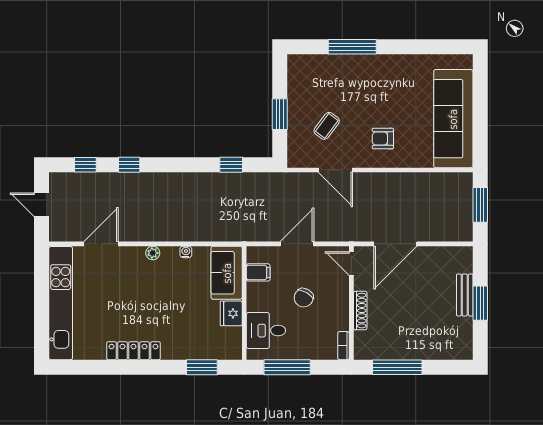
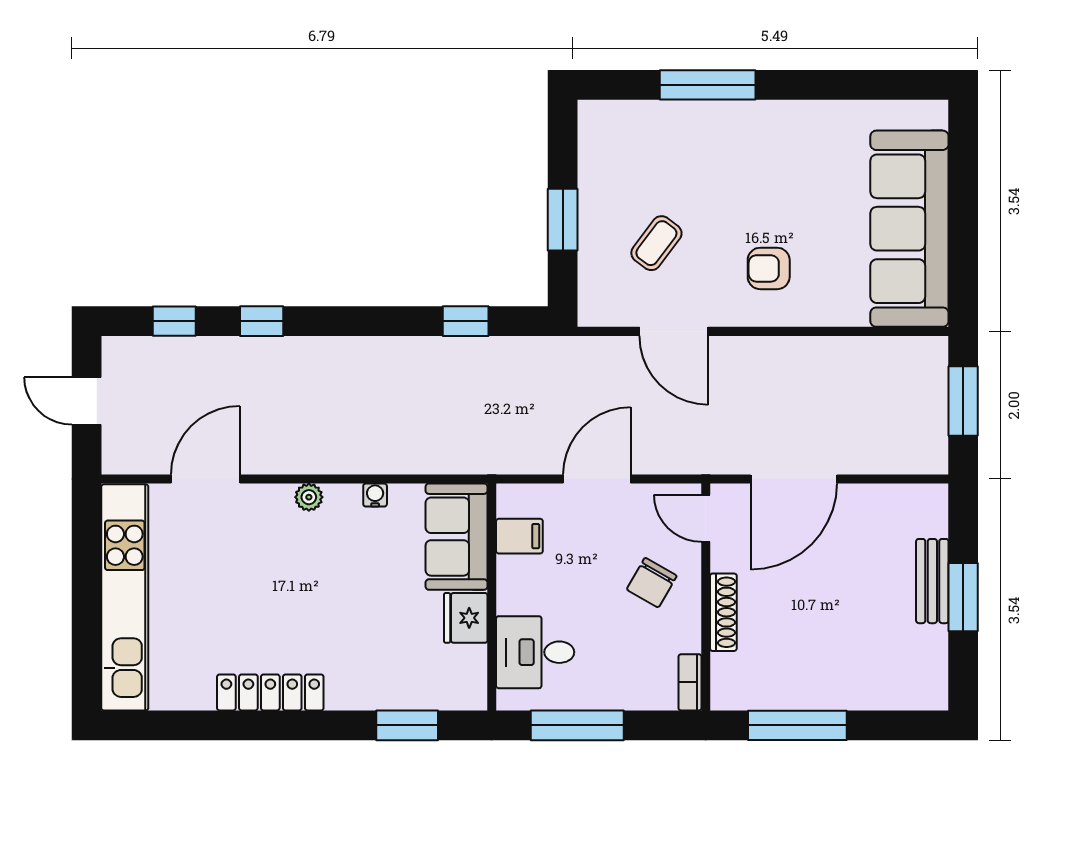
chair: (304, 298) -> (652, 583), moved

